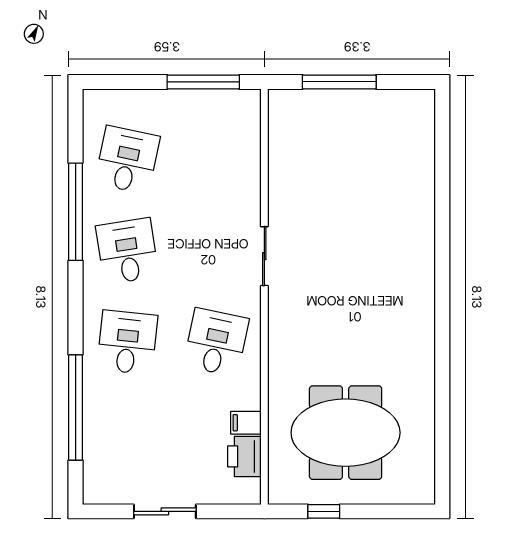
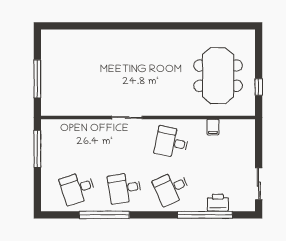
desk: (127, 160) -> (78, 188), turned -30
desk: (127, 342) -> (171, 188), turned -30
printer: (244, 456) -> (218, 203), moved, turned 180
sliding door: (165, 511) -> (259, 184), moved

